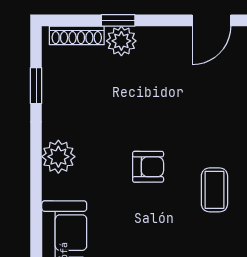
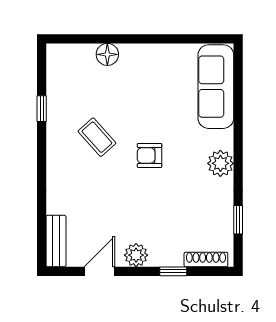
plant: (121, 41) -> (136, 255), moved
coffee table: (214, 190) -> (97, 137), turned -42

